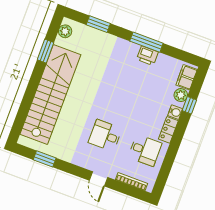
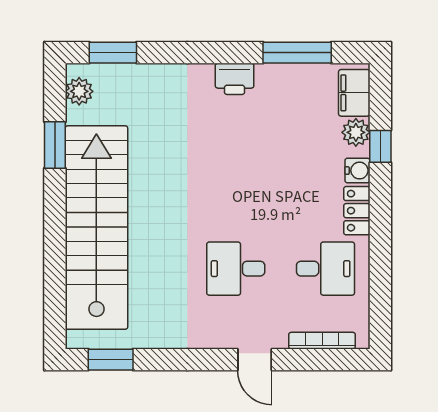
window: (98, 24) -> (113, 53), moved
window: (146, 42) -> (297, 53), moved
printer: (147, 56) -> (235, 79), moved
window: (45, 159) -> (111, 360), moved

